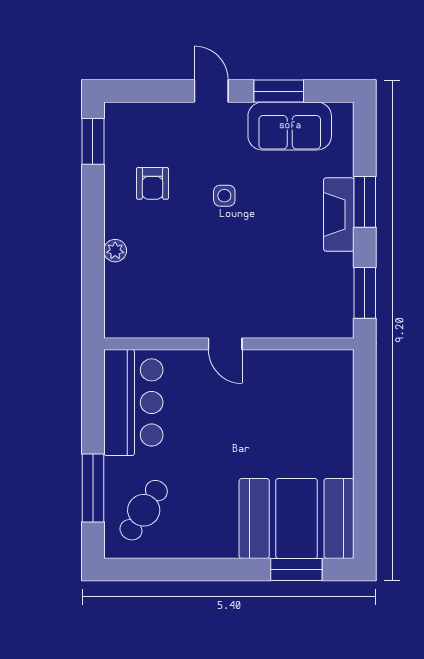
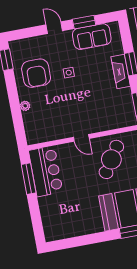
armchair: (152, 183) -> (36, 73), width x1.88, depth x1.88
window: (93, 488) -> (29, 179), moved
cafe table: (144, 510) -> (111, 159), moved, width x1.37, depth x1.35

